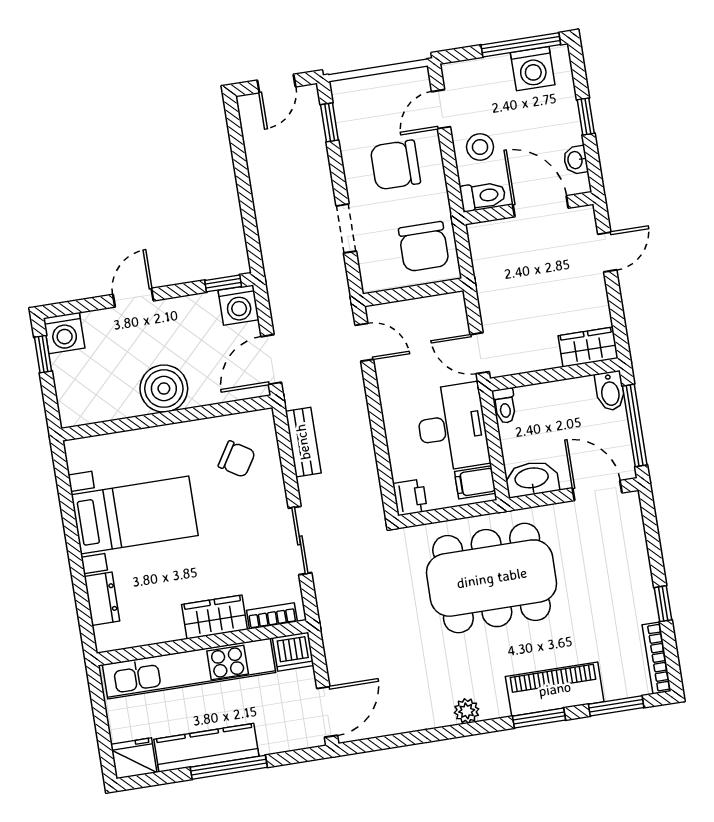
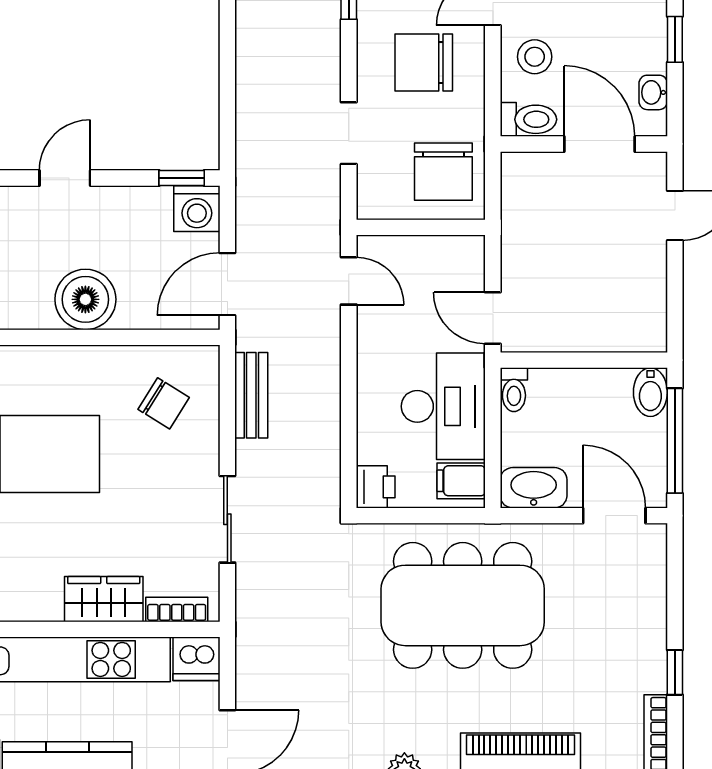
wardrobe: (588, 347) -> (631, 332), removed

